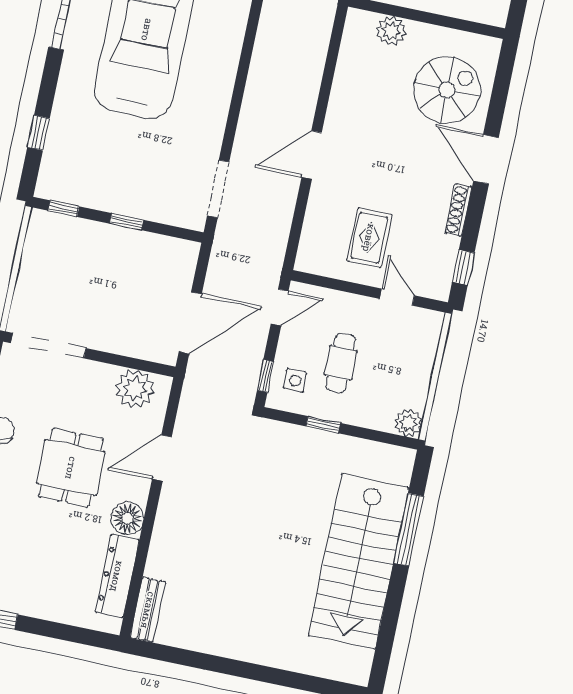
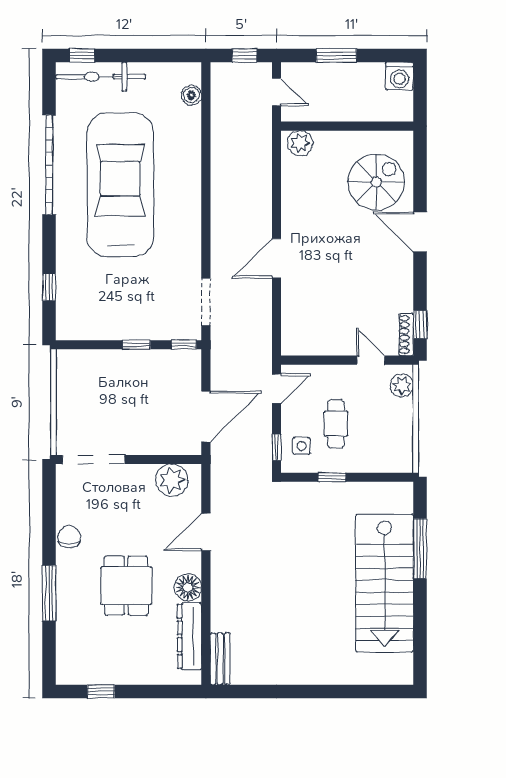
plant: (391, 31) -> (300, 143), moved
window: (63, 209) -> (184, 345), moved
shoe rack: (458, 210) -> (406, 335), moved
rug: (369, 238) -> (338, 316), removed
plant: (409, 423) -> (402, 385), moved
dining table: (71, 468) -> (126, 586), moved

